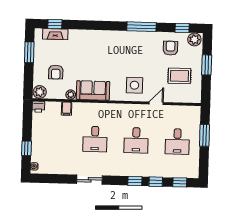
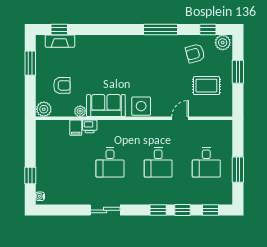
armchair: (171, 48) -> (195, 53), turned -105
armchair: (56, 72) -> (62, 85), turned -90
side table: (134, 85) -> (141, 106), moved
printer: (38, 107) -> (90, 126), moved
window: (205, 135) -> (238, 170), moved

